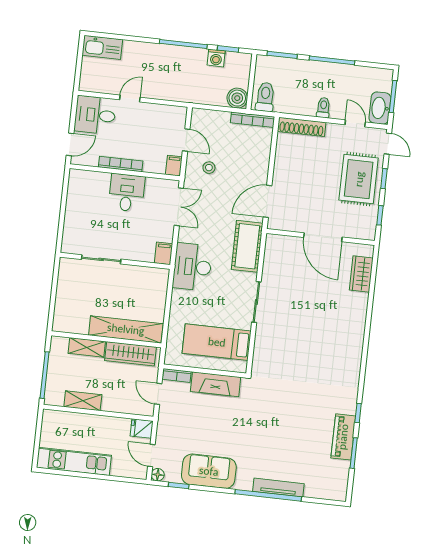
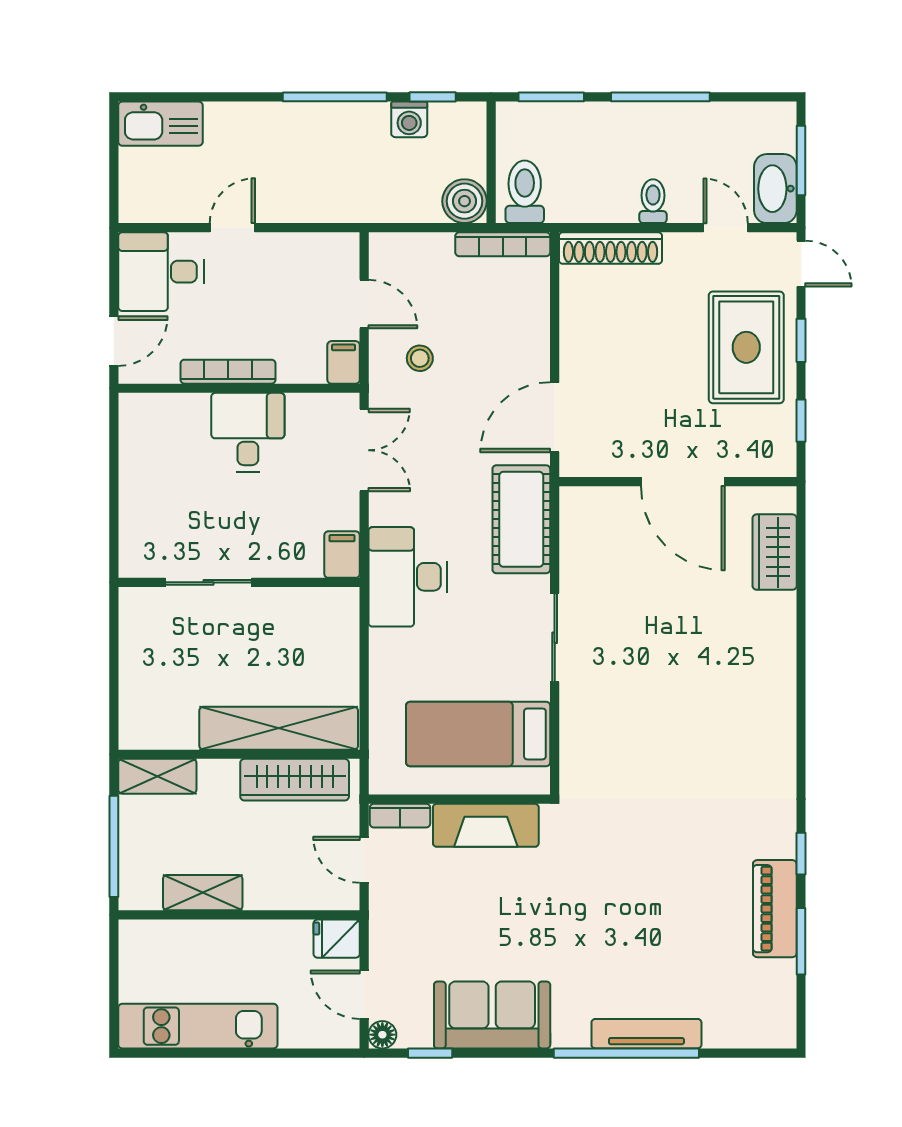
shelving: (87, 347) -> (157, 776), moved

